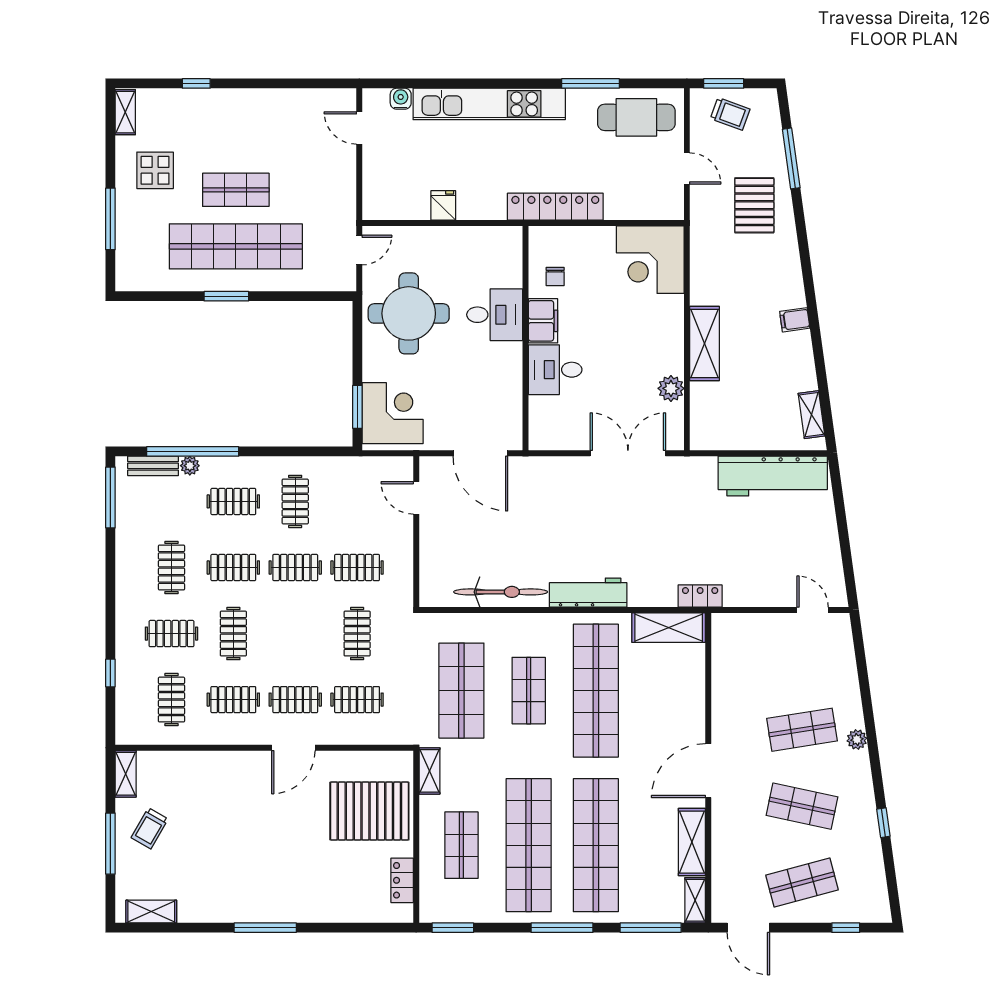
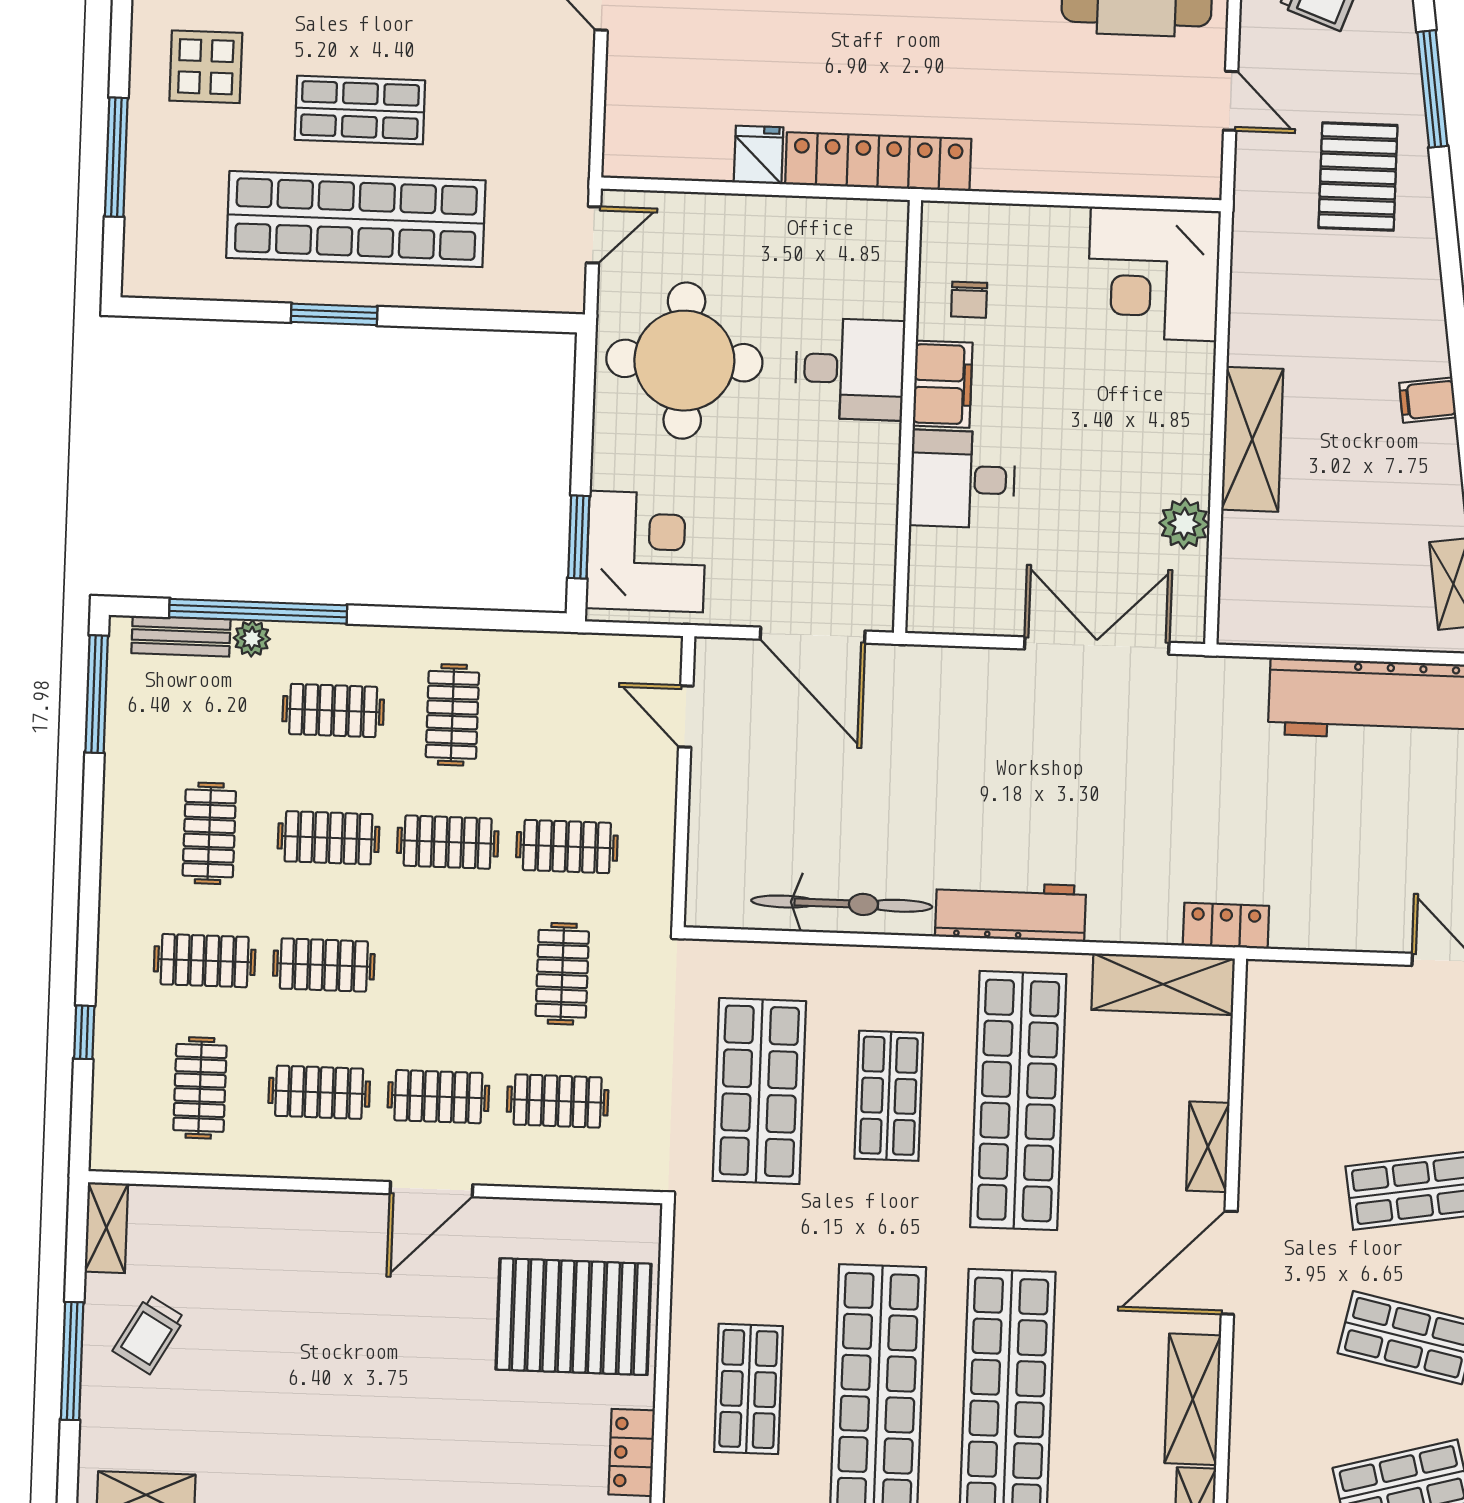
locker: (555, 207) -> (878, 162), moved
clothes rail: (233, 634) -> (324, 965), turned 90
shelving: (429, 771) -> (1208, 1147), moved

